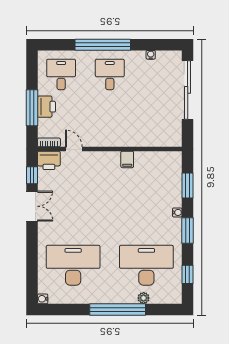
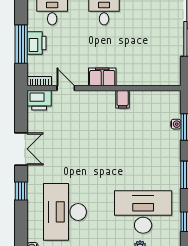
filing cabinet: (108, 138) -> (102, 77), added
window: (32, 175) -> (21, 191), moved
water cooler: (177, 212) -> (176, 124), moved
desk: (73, 265) -> (65, 212), turned -90

